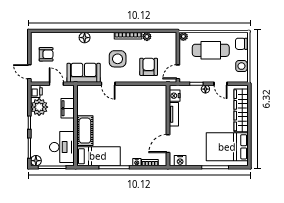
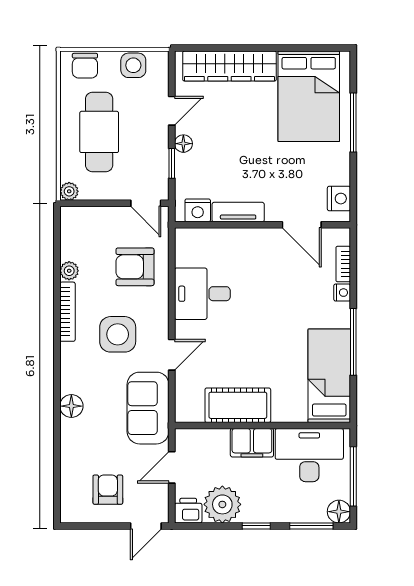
desk: (136, 98) -> (202, 294), added
filing cabinet: (68, 108) -> (252, 443), moved
cot: (85, 131) -> (238, 405), moved

